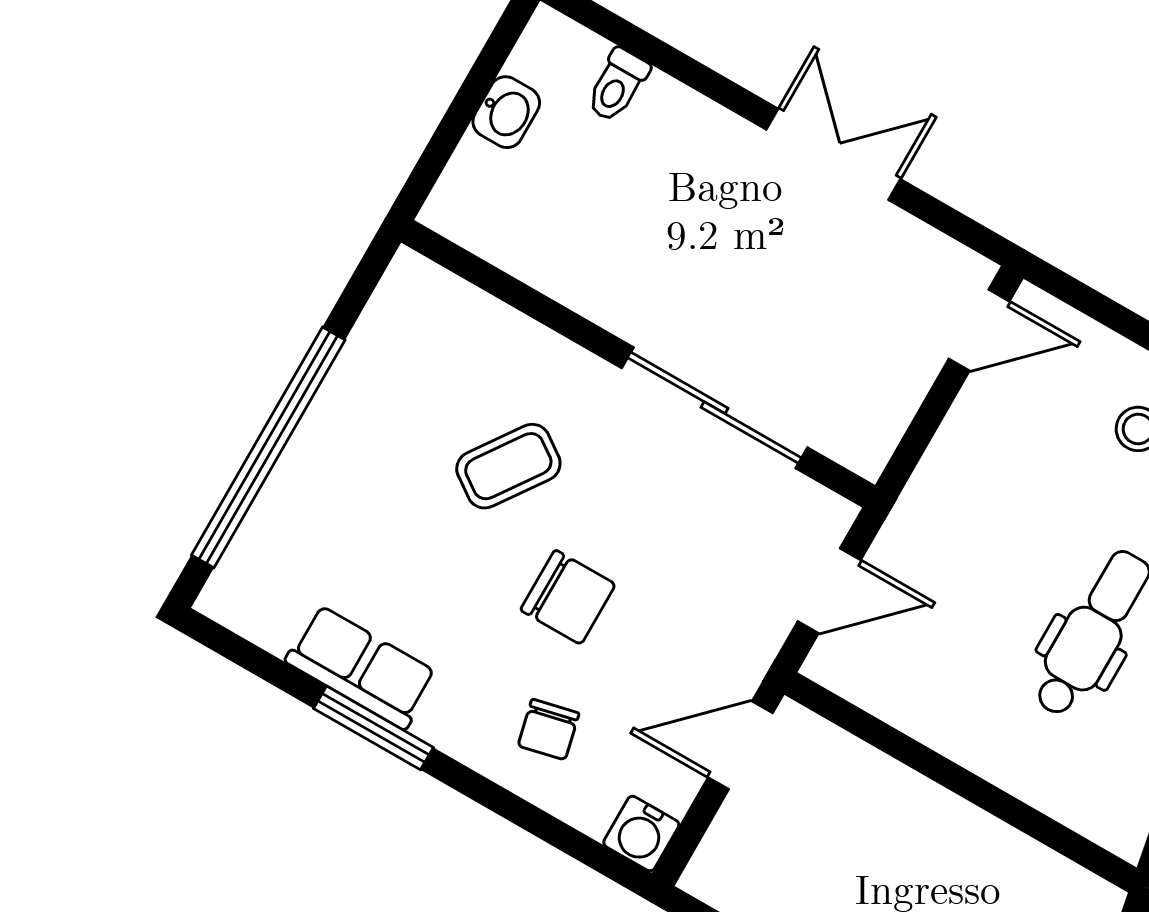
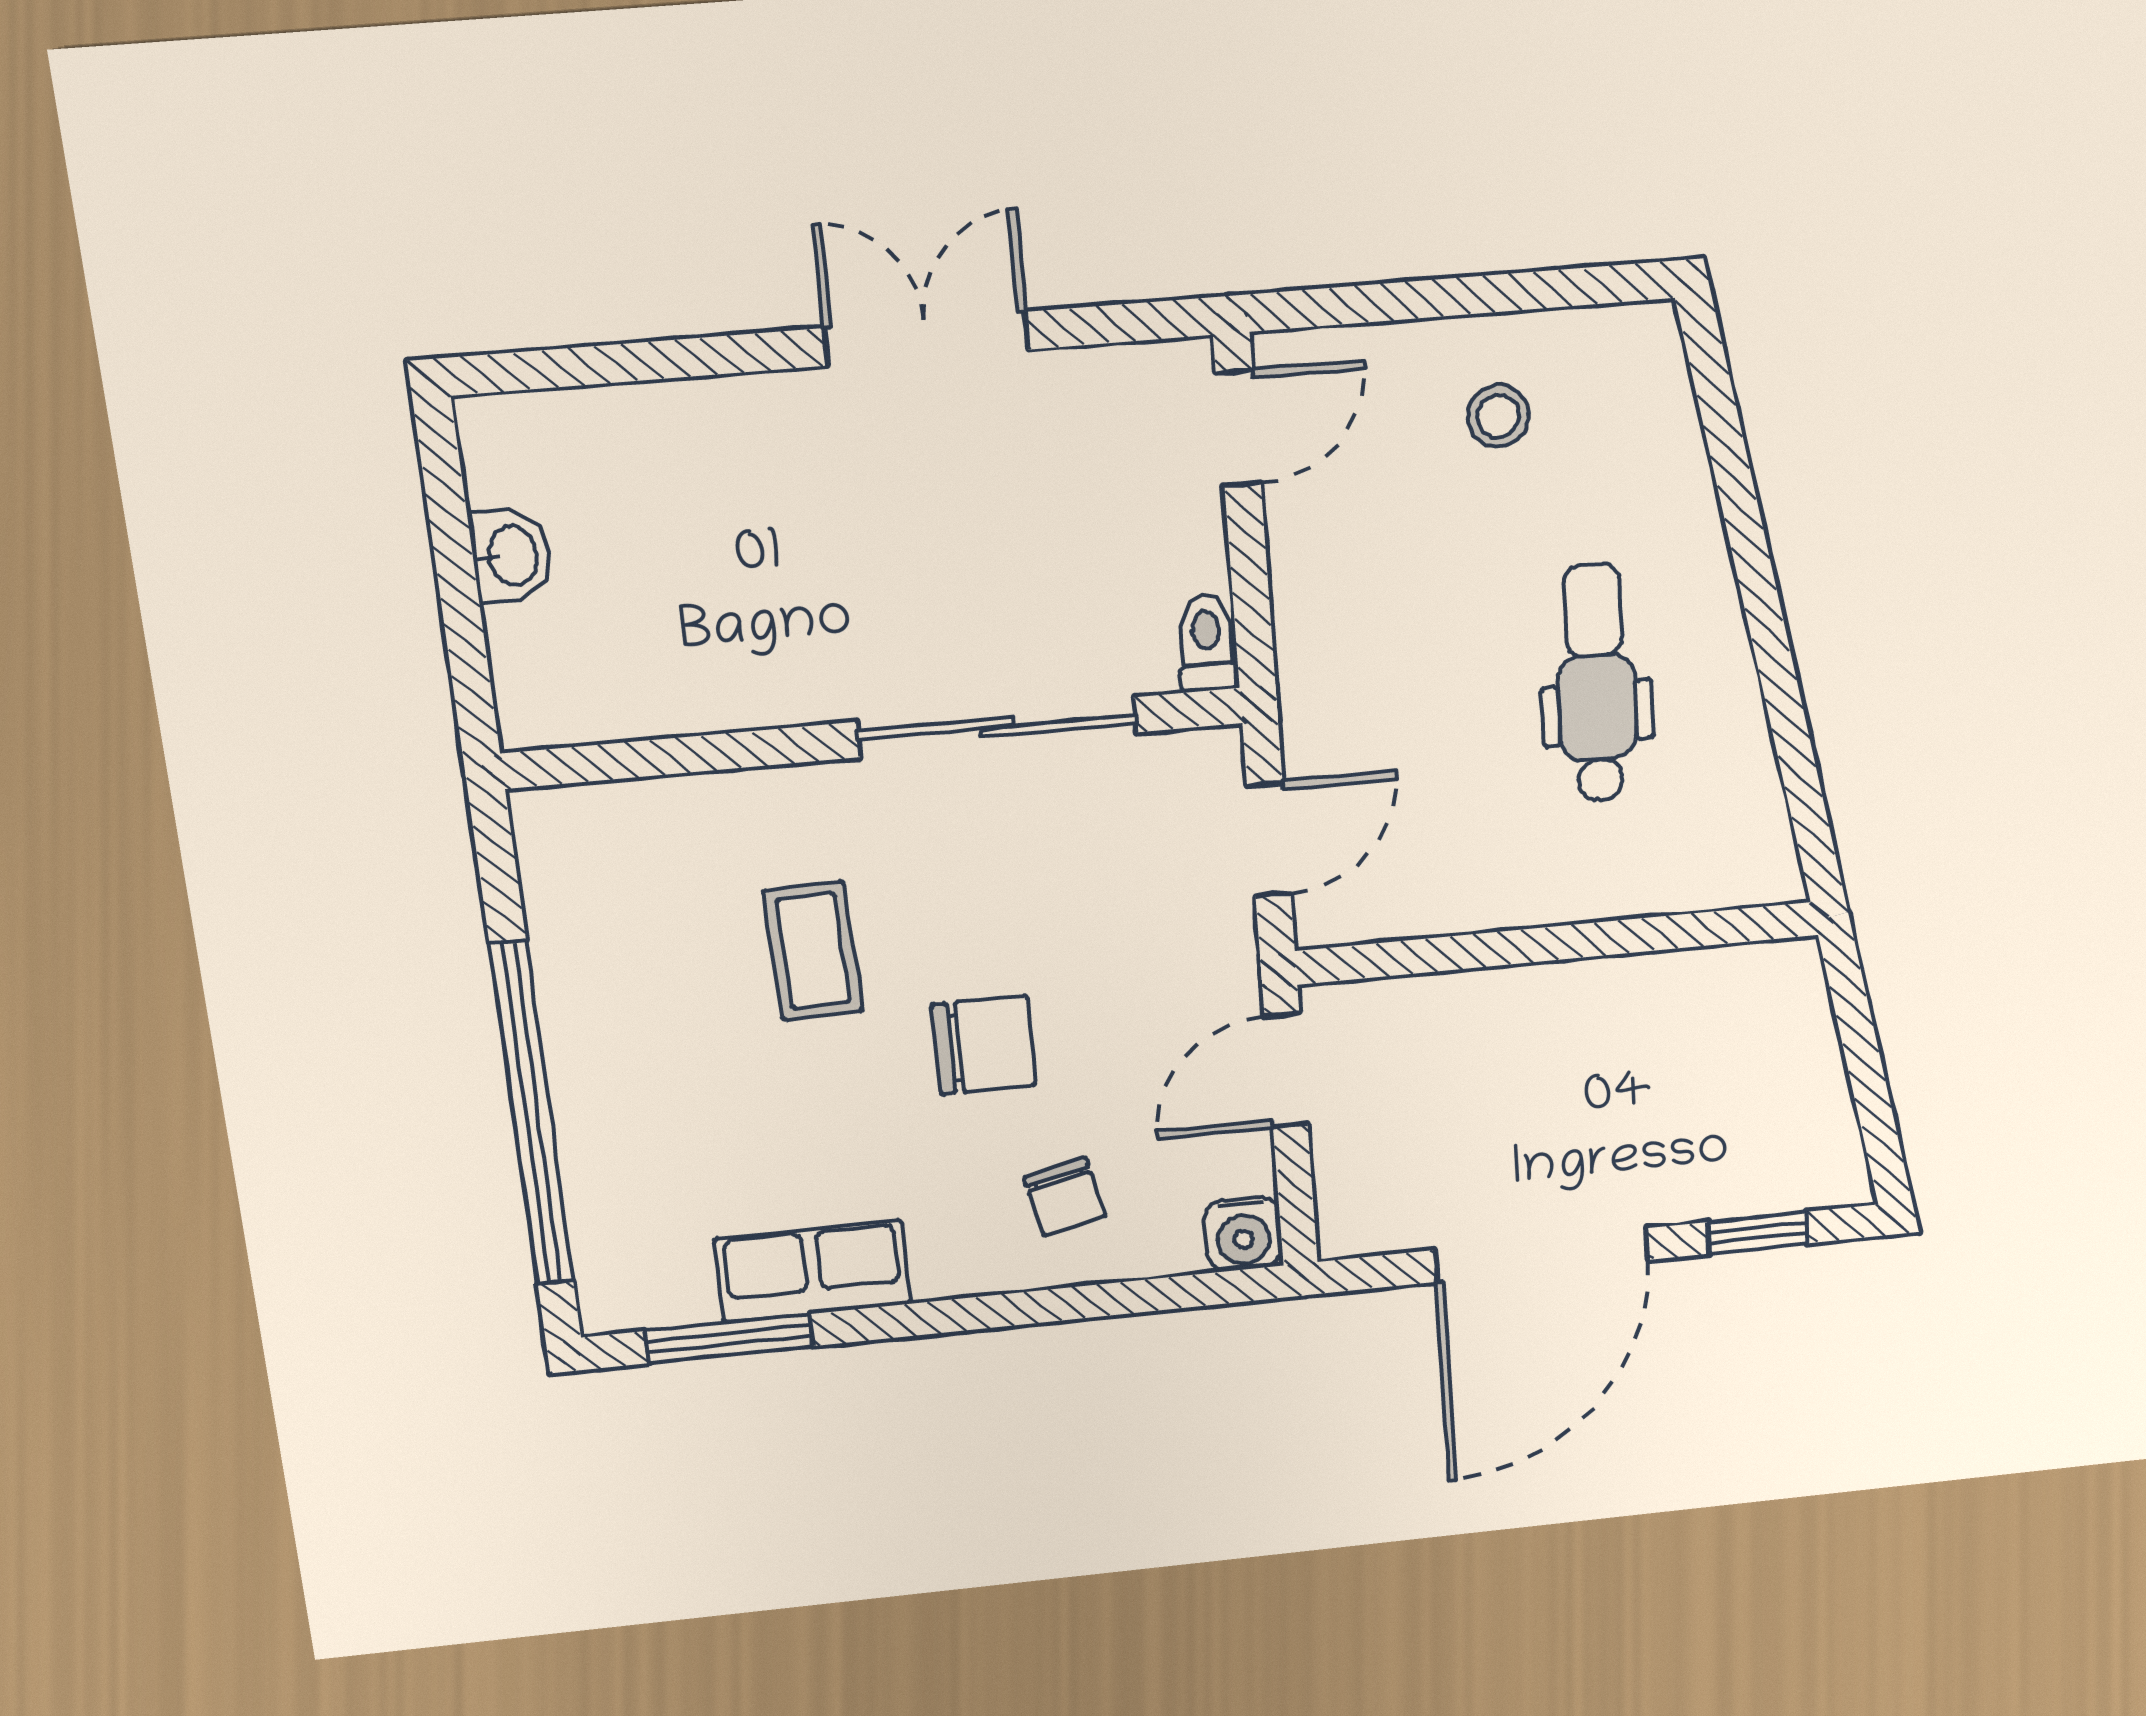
toilet: (617, 85) -> (1207, 643), moved, turned 180
coffee table: (508, 466) -> (813, 951), turned -37
window: (374, 728) -> (729, 1339), moved

